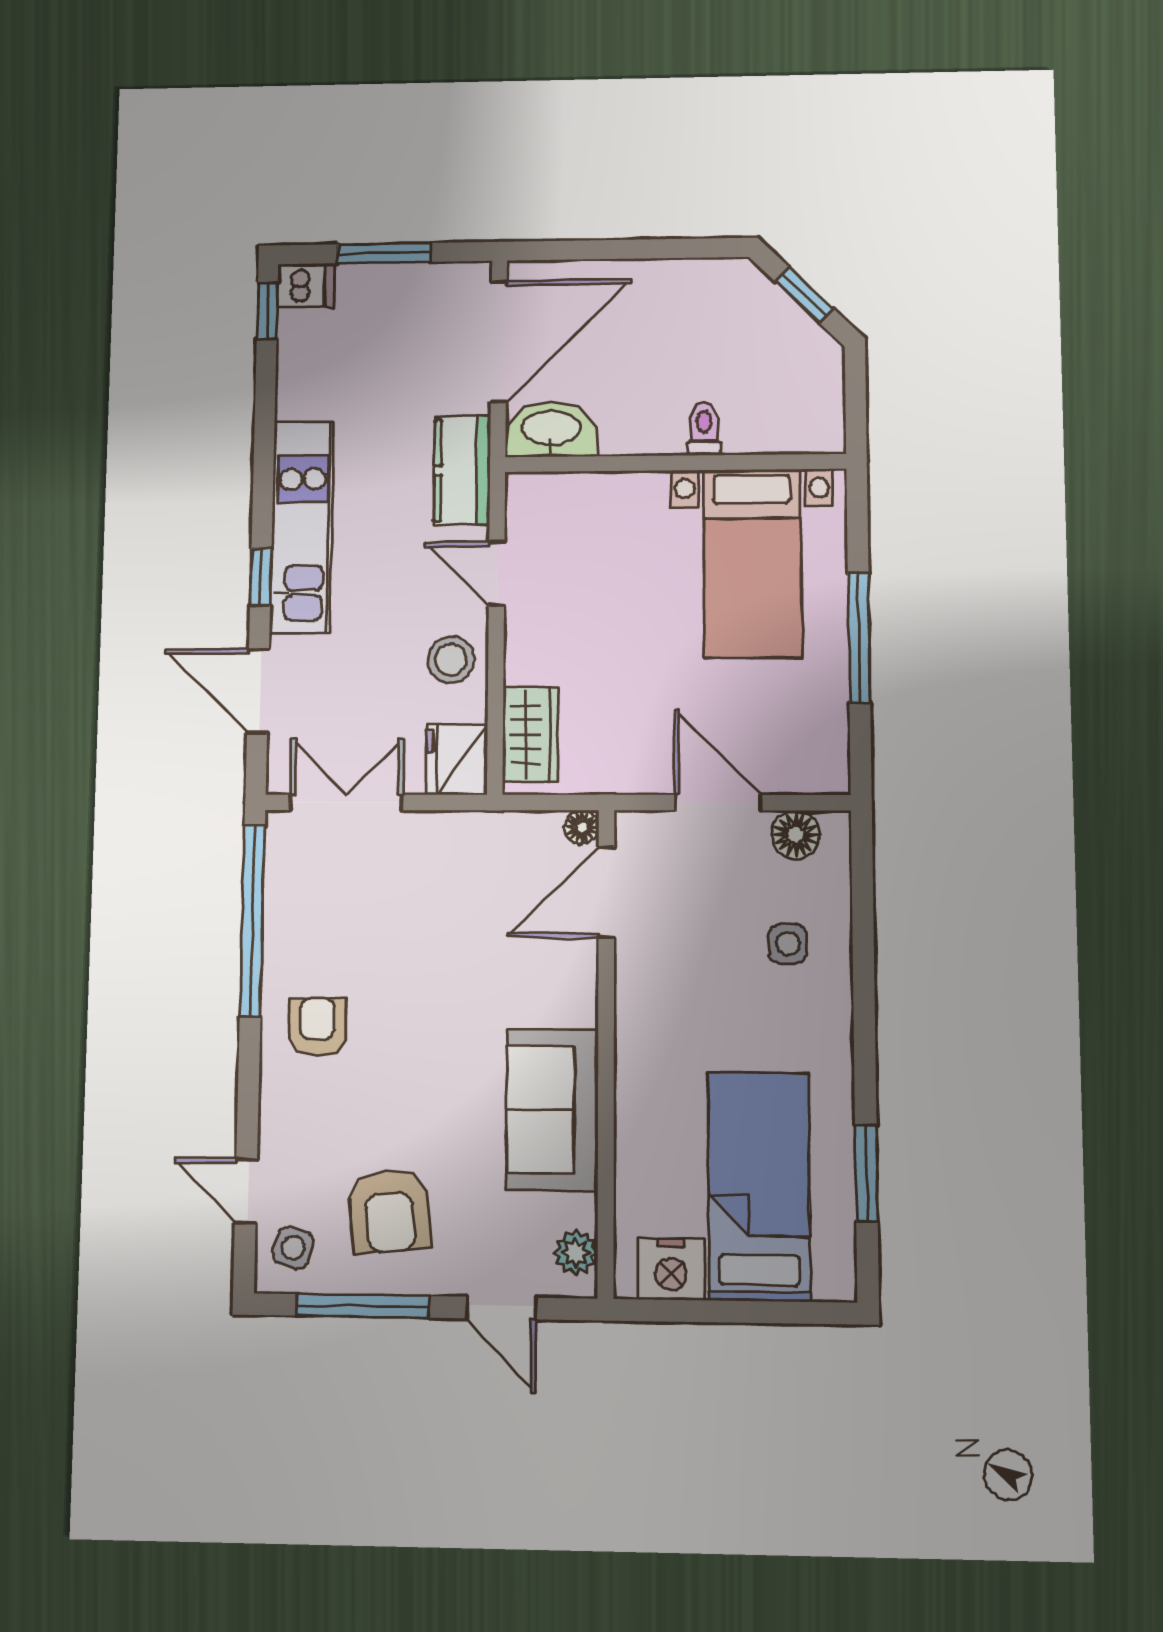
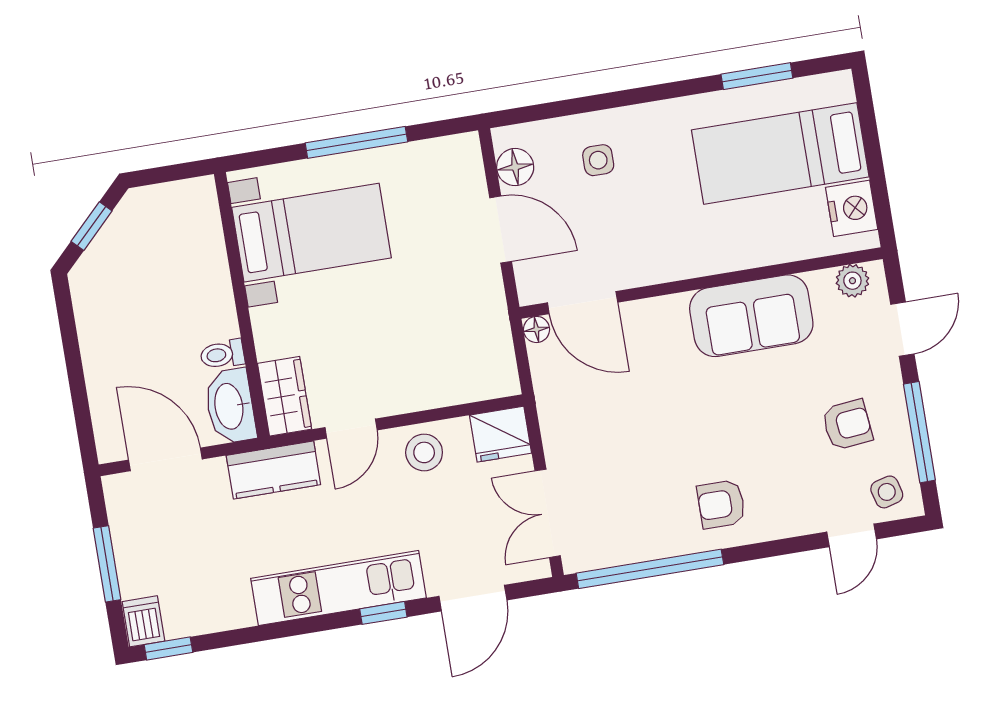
door: (499, 341) -> (165, 459), width x0.73
toilet: (704, 429) -> (222, 354), moved
wardrobe: (530, 735) -> (285, 396), moved, turned 90
door: (718, 803) -> (501, 230), swing flipped
armchair: (389, 1211) -> (847, 425), width x0.72, depth x0.72
side table: (293, 1248) -> (887, 492), turned -33

